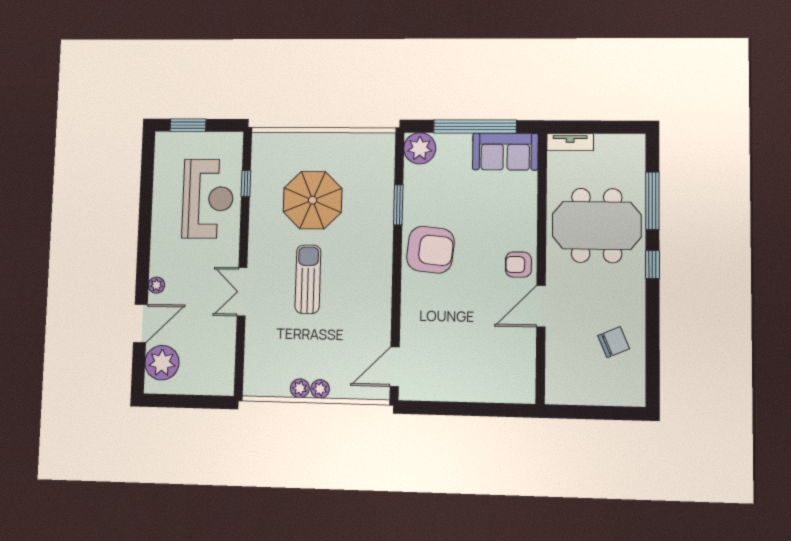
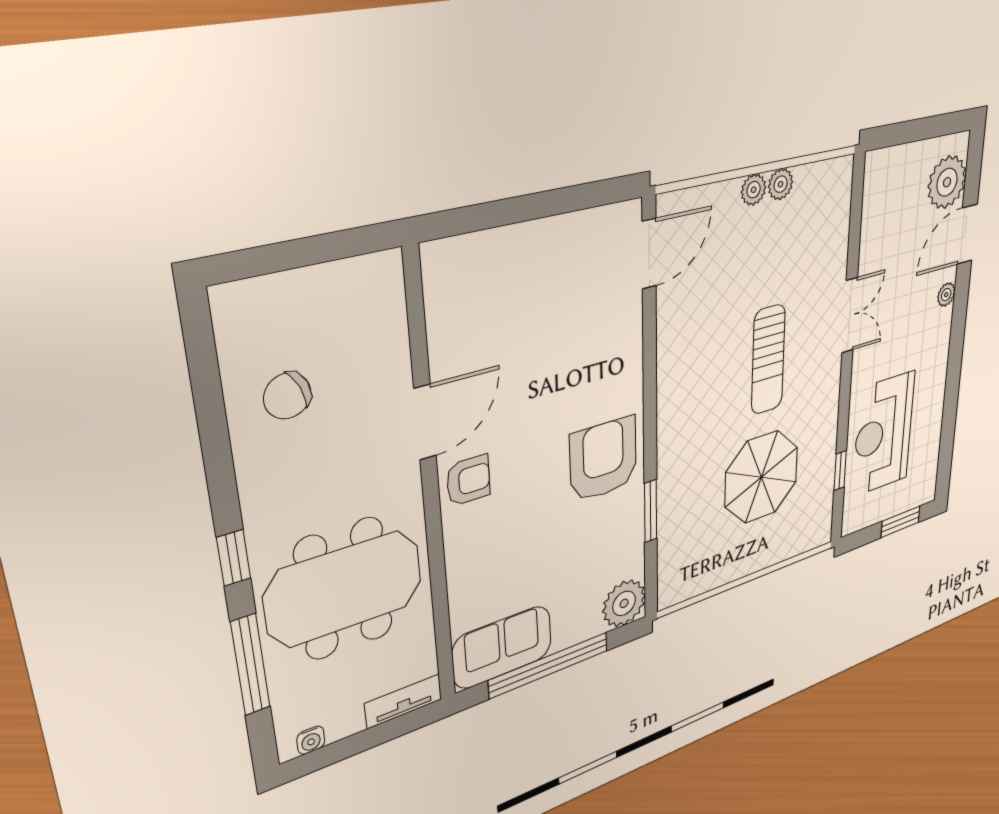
water cooler: (626, 141) -> (311, 740), added
armchair: (430, 250) -> (603, 459), turned 84

